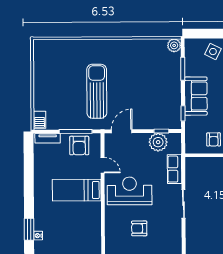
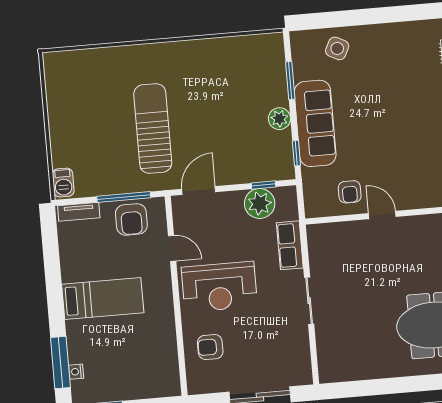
plant: (174, 45) -> (279, 119), moved
sofa: (196, 96) -> (315, 123), width x1.36
bed: (77, 190) -> (103, 298), moved, turned 180
reception desk: (130, 191) -> (219, 287), turned 180
armchair: (139, 228) -> (210, 347), moved
window: (29, 229) -> (60, 363), width x1.44

